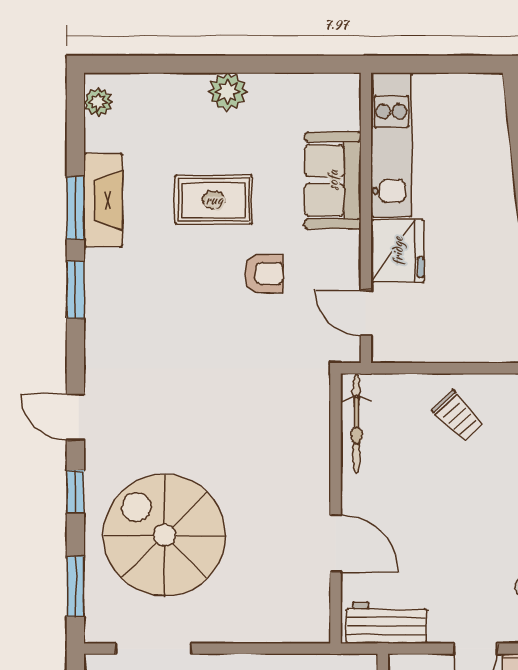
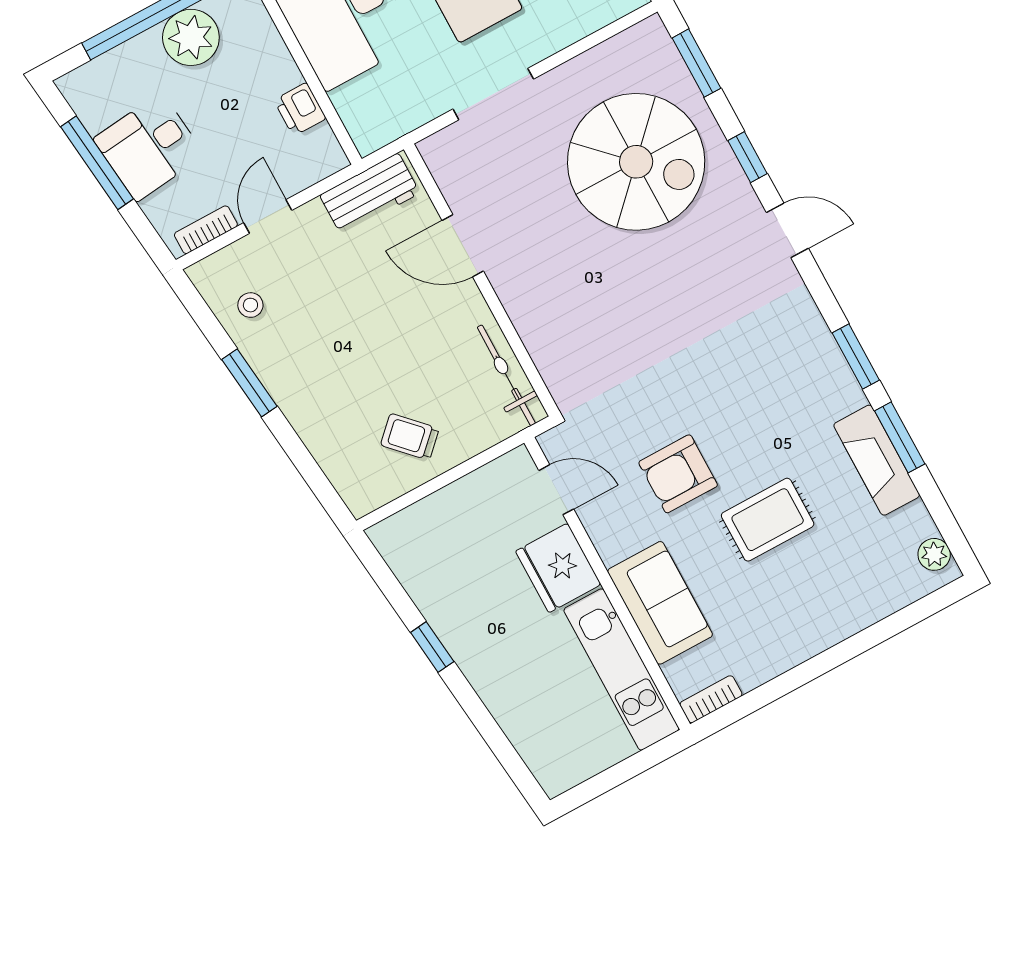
bookcase: (334, 83) -> (711, 699), added
plant: (228, 92) -> (812, 634), removed
armchair: (264, 273) -> (678, 474), width x1.38, depth x1.38
doorway: (154, 649) -> (493, 94), moved

